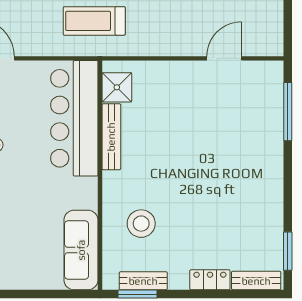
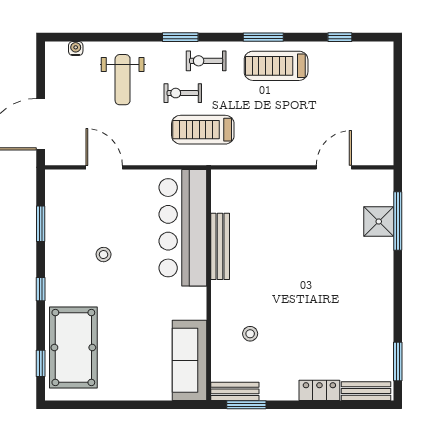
shower: (117, 87) -> (379, 222), moved
stool: (141, 224) -> (250, 334), width x0.53, depth x0.53
bench: (143, 281) -> (235, 391), moved

